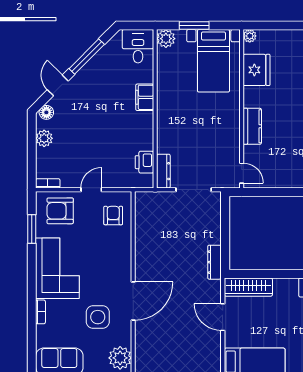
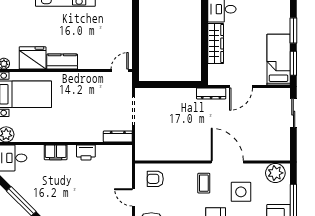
kitchen counter: (252, 126) -> (62, 62), moved
printer: (144, 162) -> (86, 152), moved
dresser: (214, 262) -> (211, 93), moved
coffee table: (108, 273) -> (204, 183), added
wardrobe: (248, 287) -> (216, 44), moved

